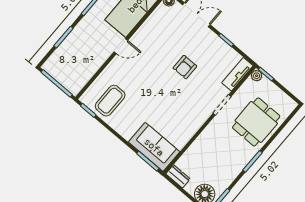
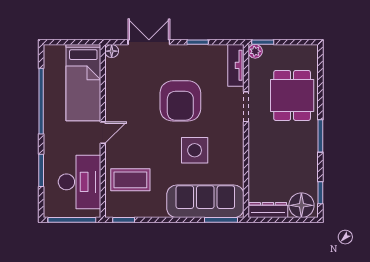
desk: (81, 64) -> (79, 182), added
armchair: (185, 67) -> (180, 101), width x1.88, depth x1.88
coffee table: (110, 101) -> (130, 180), moved, turned 90
side table: (168, 105) -> (195, 150), added
sofa: (154, 147) -> (205, 201), width x1.36
dresser: (178, 176) -> (268, 210), width x1.44

